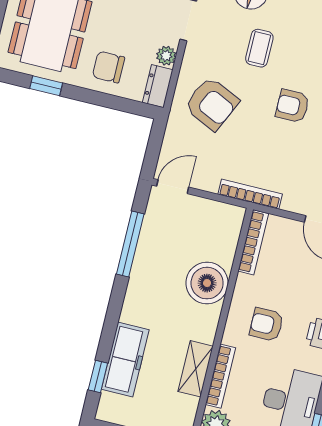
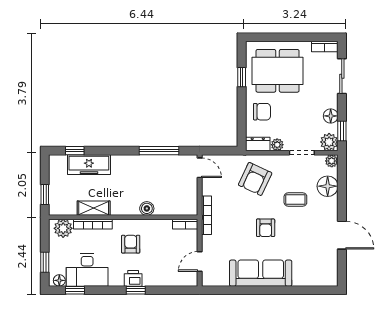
chair: (108, 67) -> (262, 112), turned 90
armchair: (292, 106) -> (266, 228), turned 180
bookcase: (253, 242) -> (185, 224), width x0.64
boiler: (207, 283) -> (147, 208), width x0.54, depth x0.54

